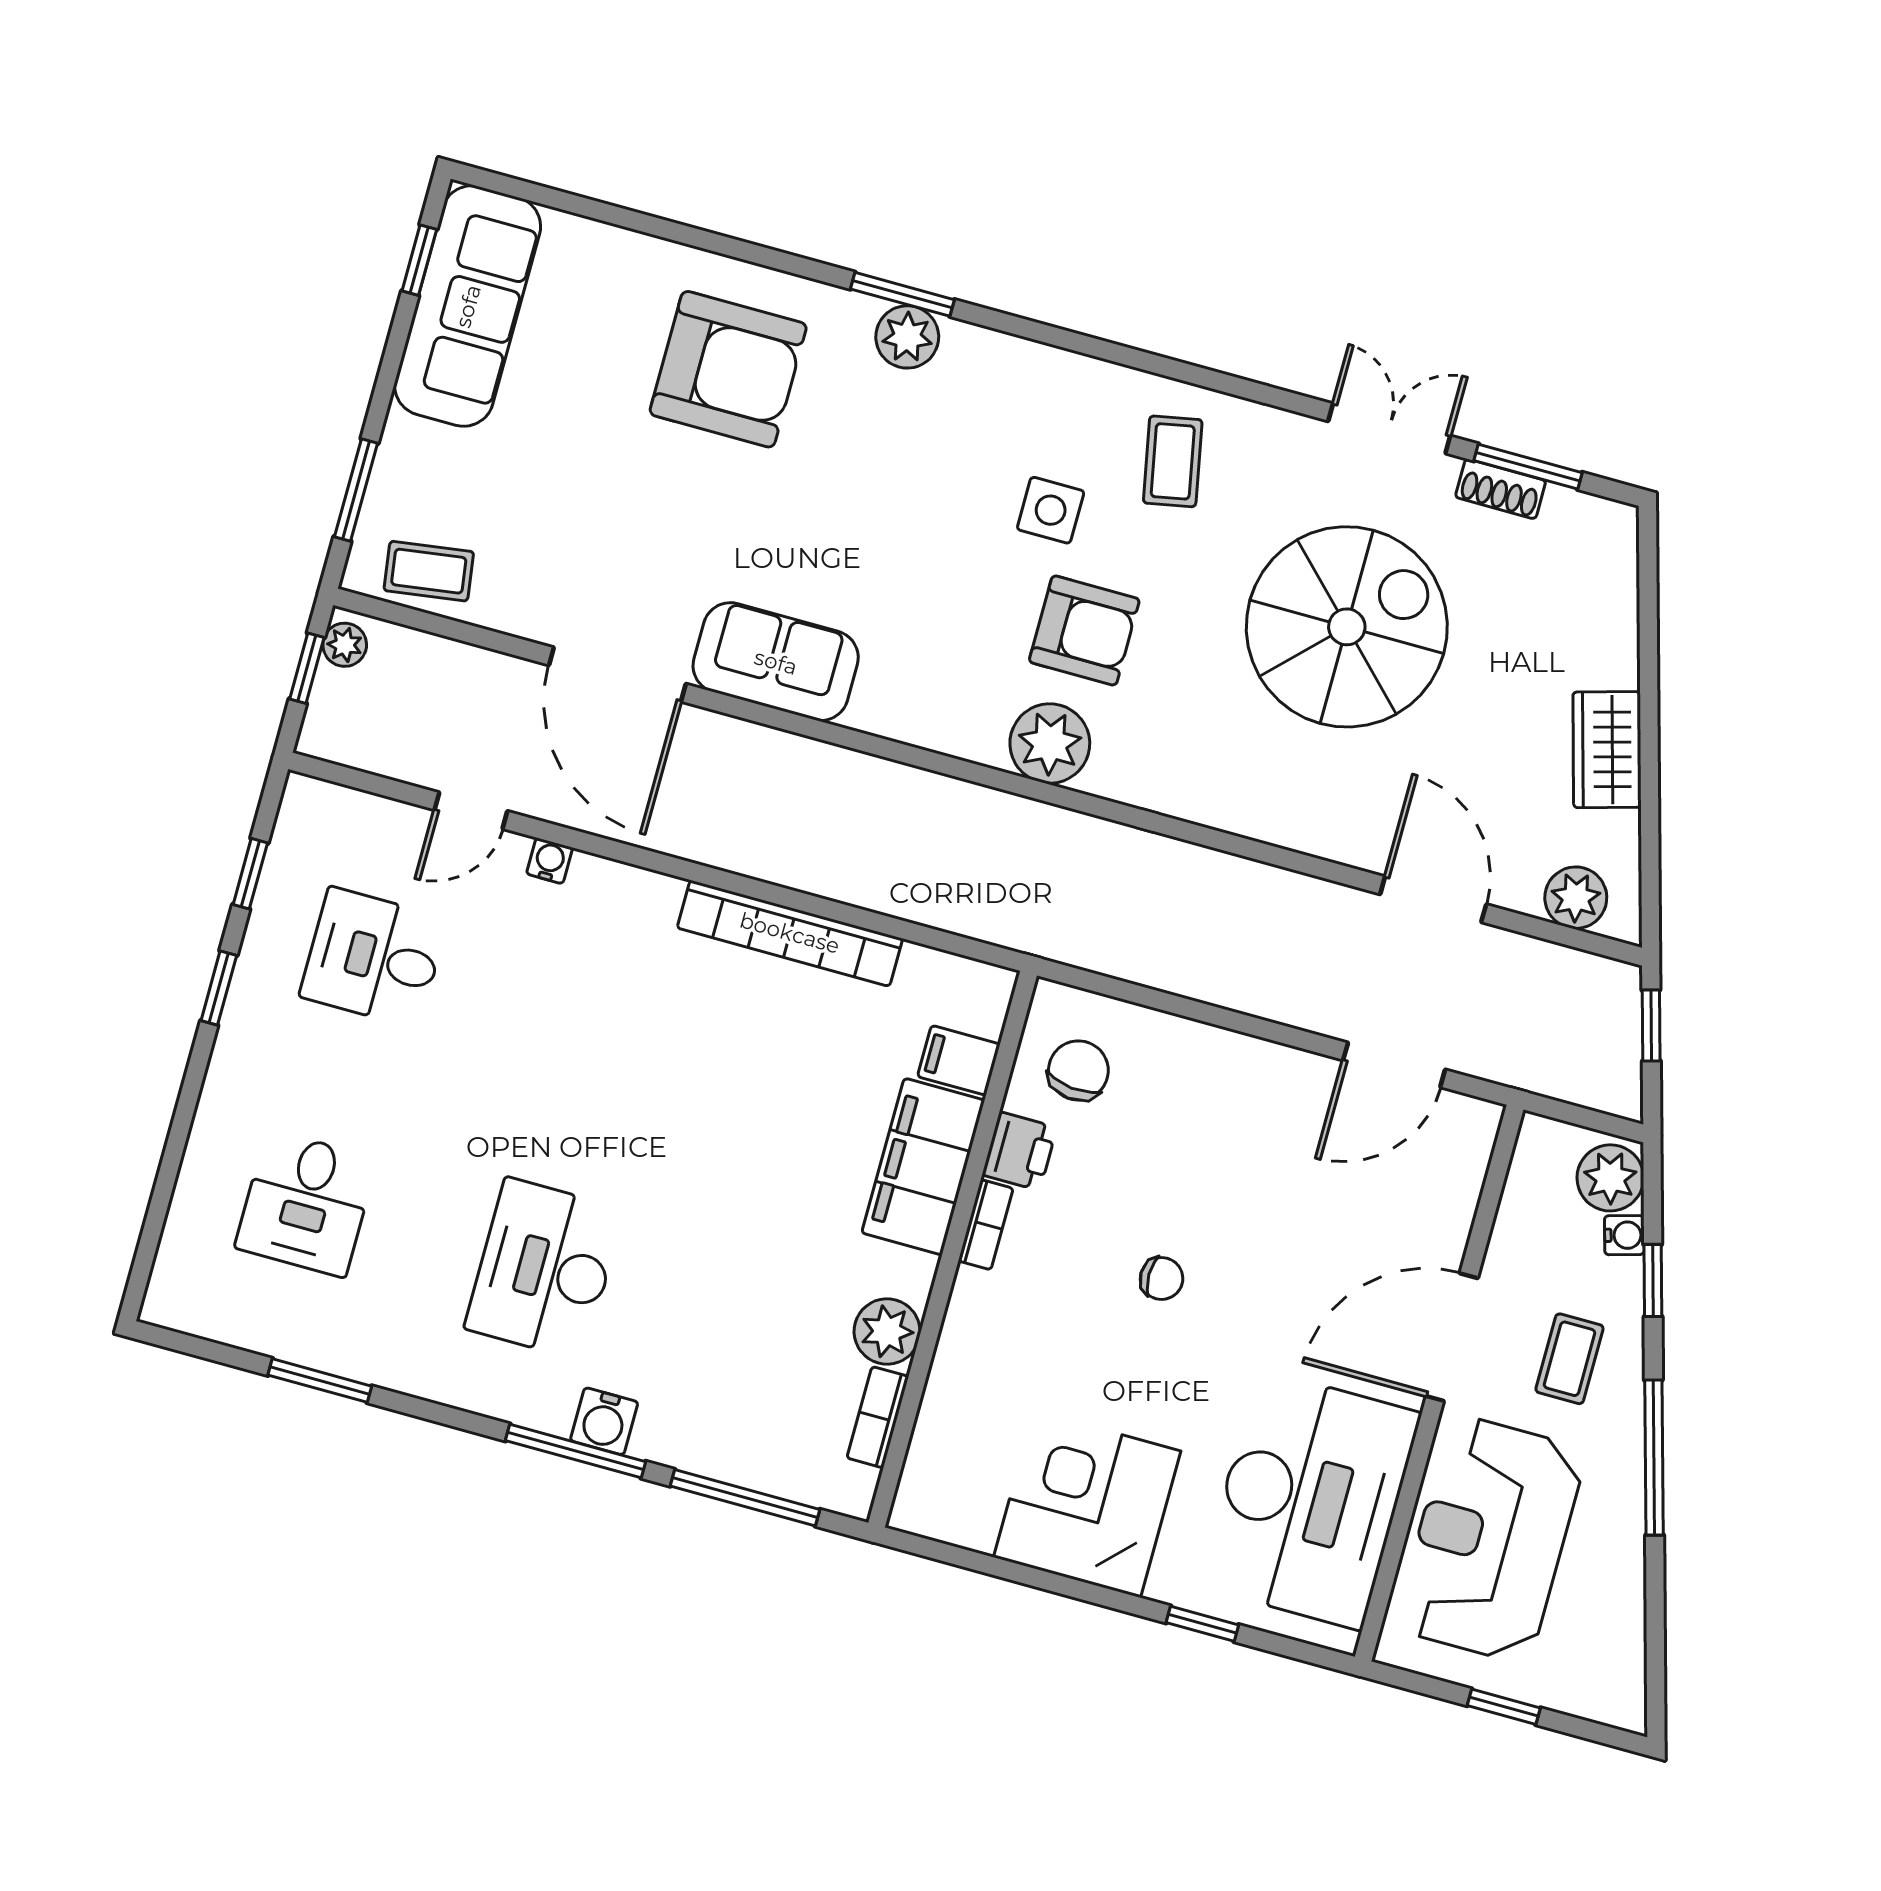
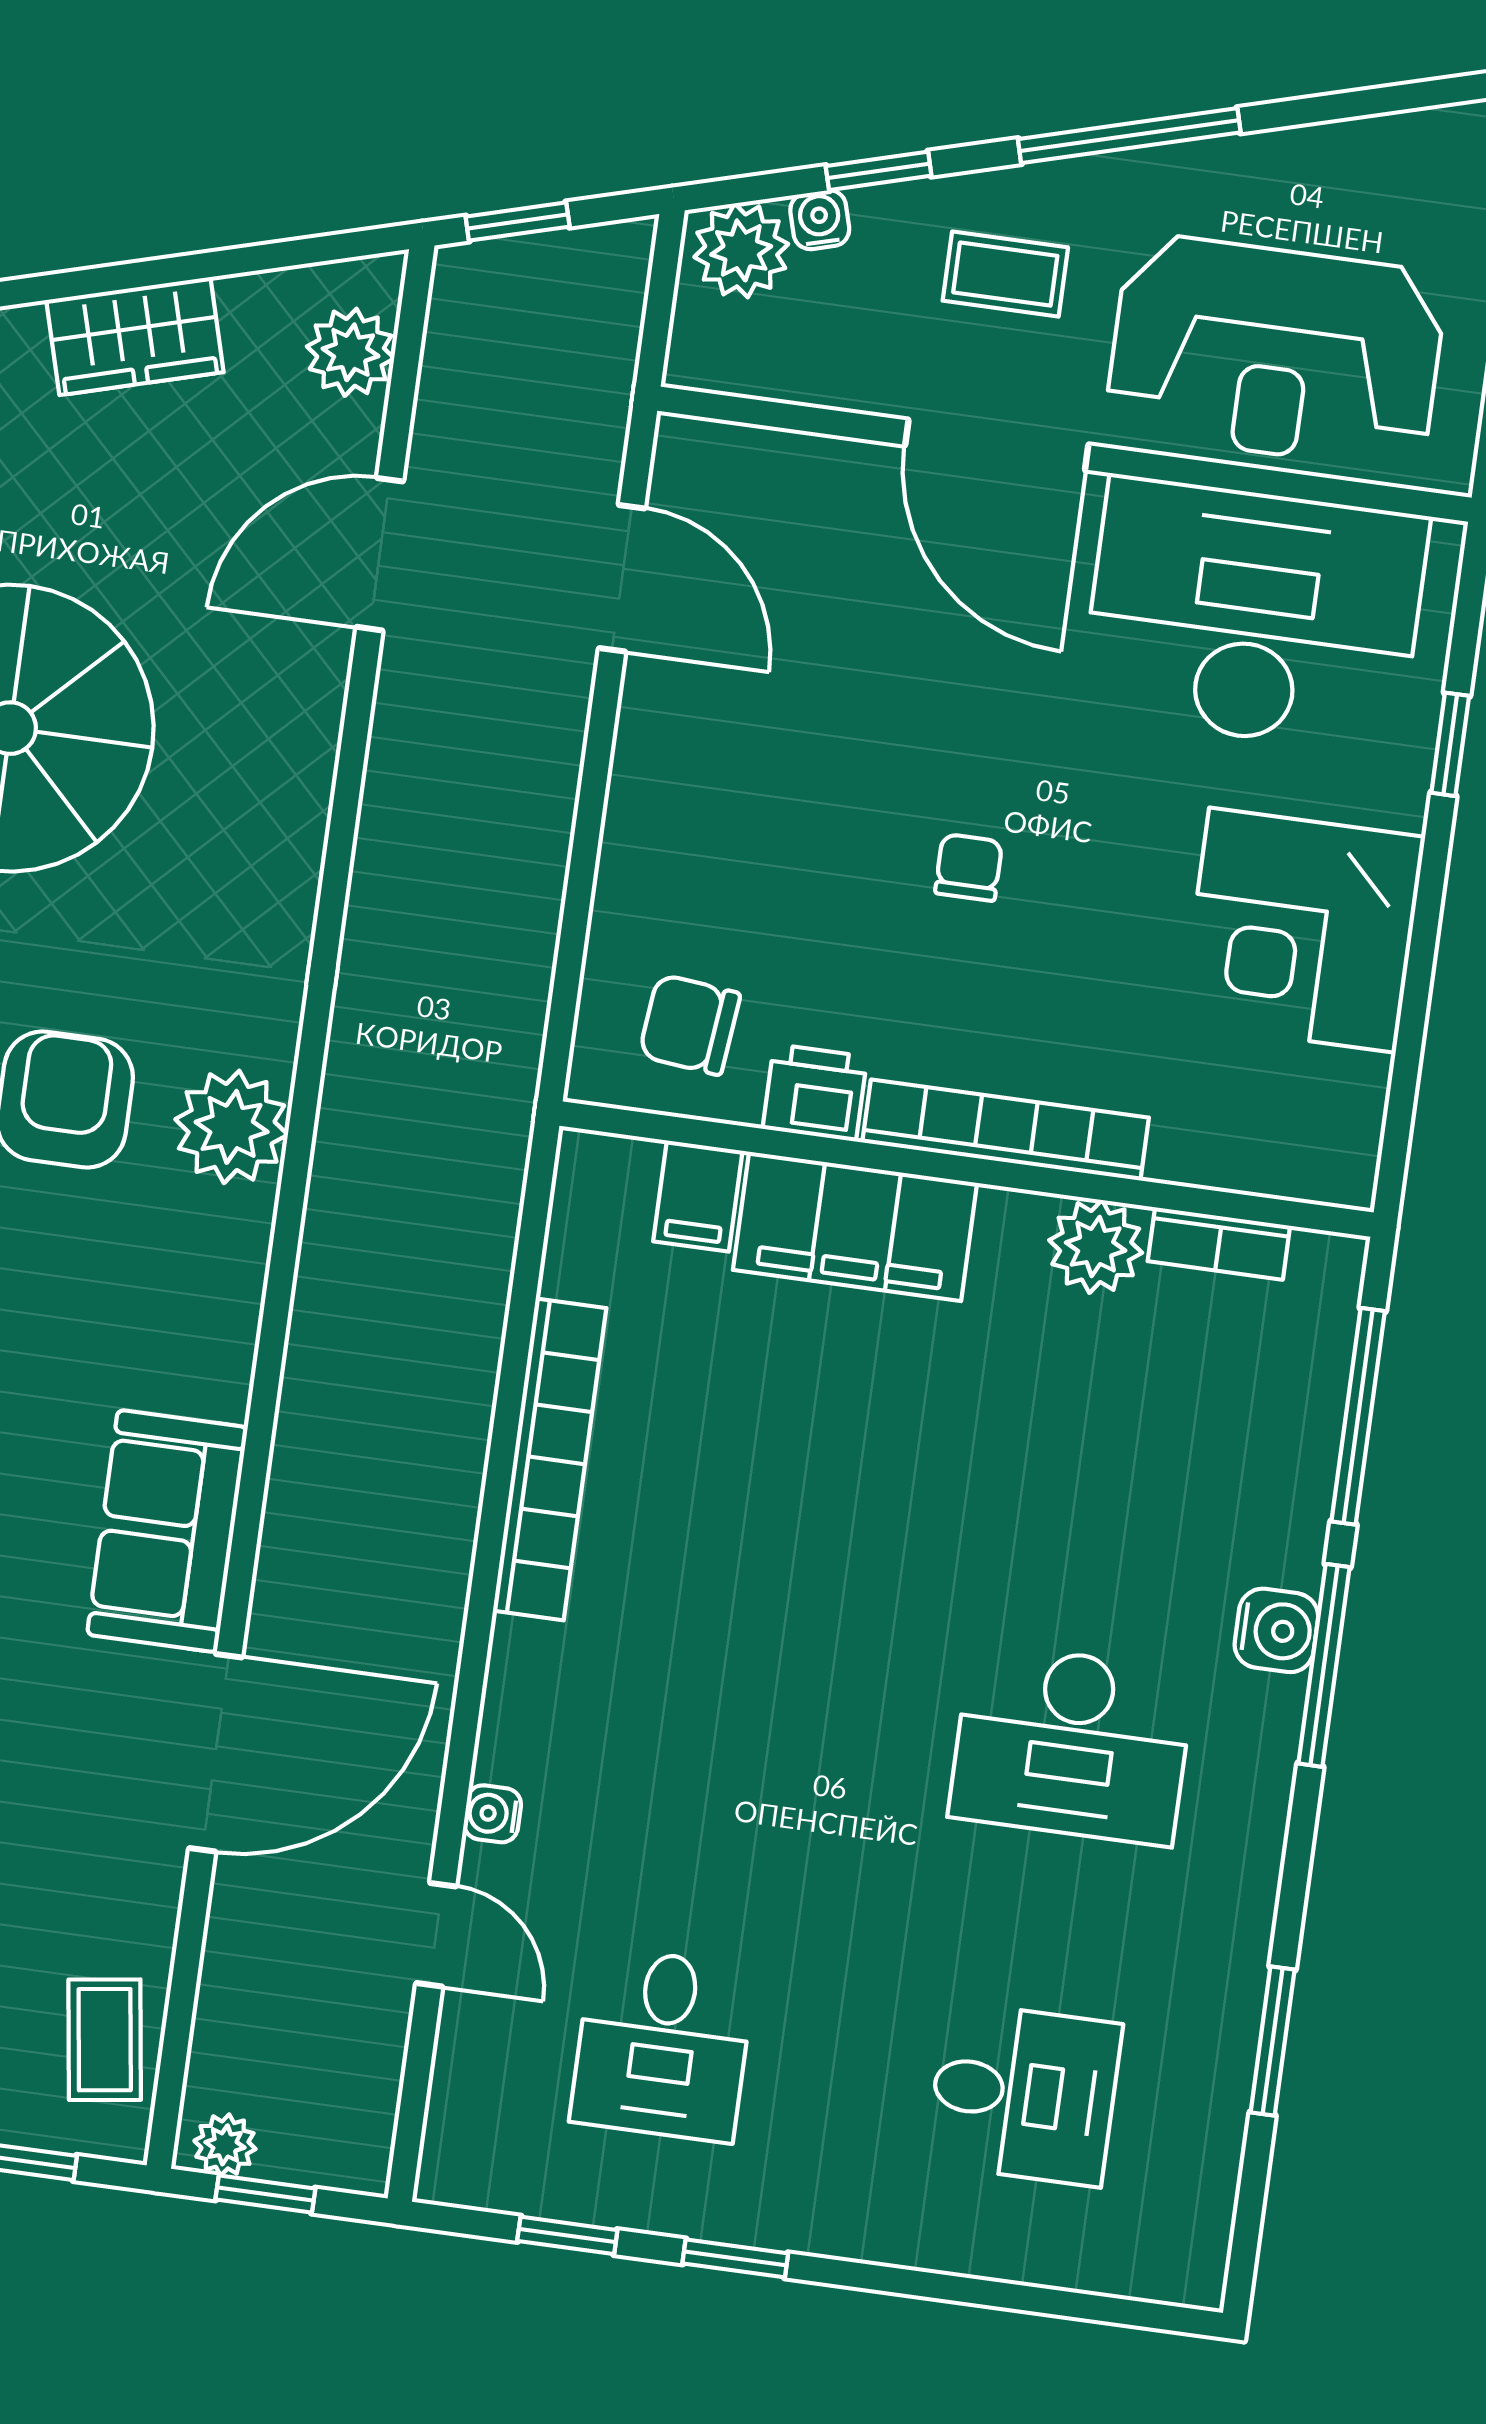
bookcase: (986, 1225) -> (1006, 1130), width x2.31, depth x1.31

